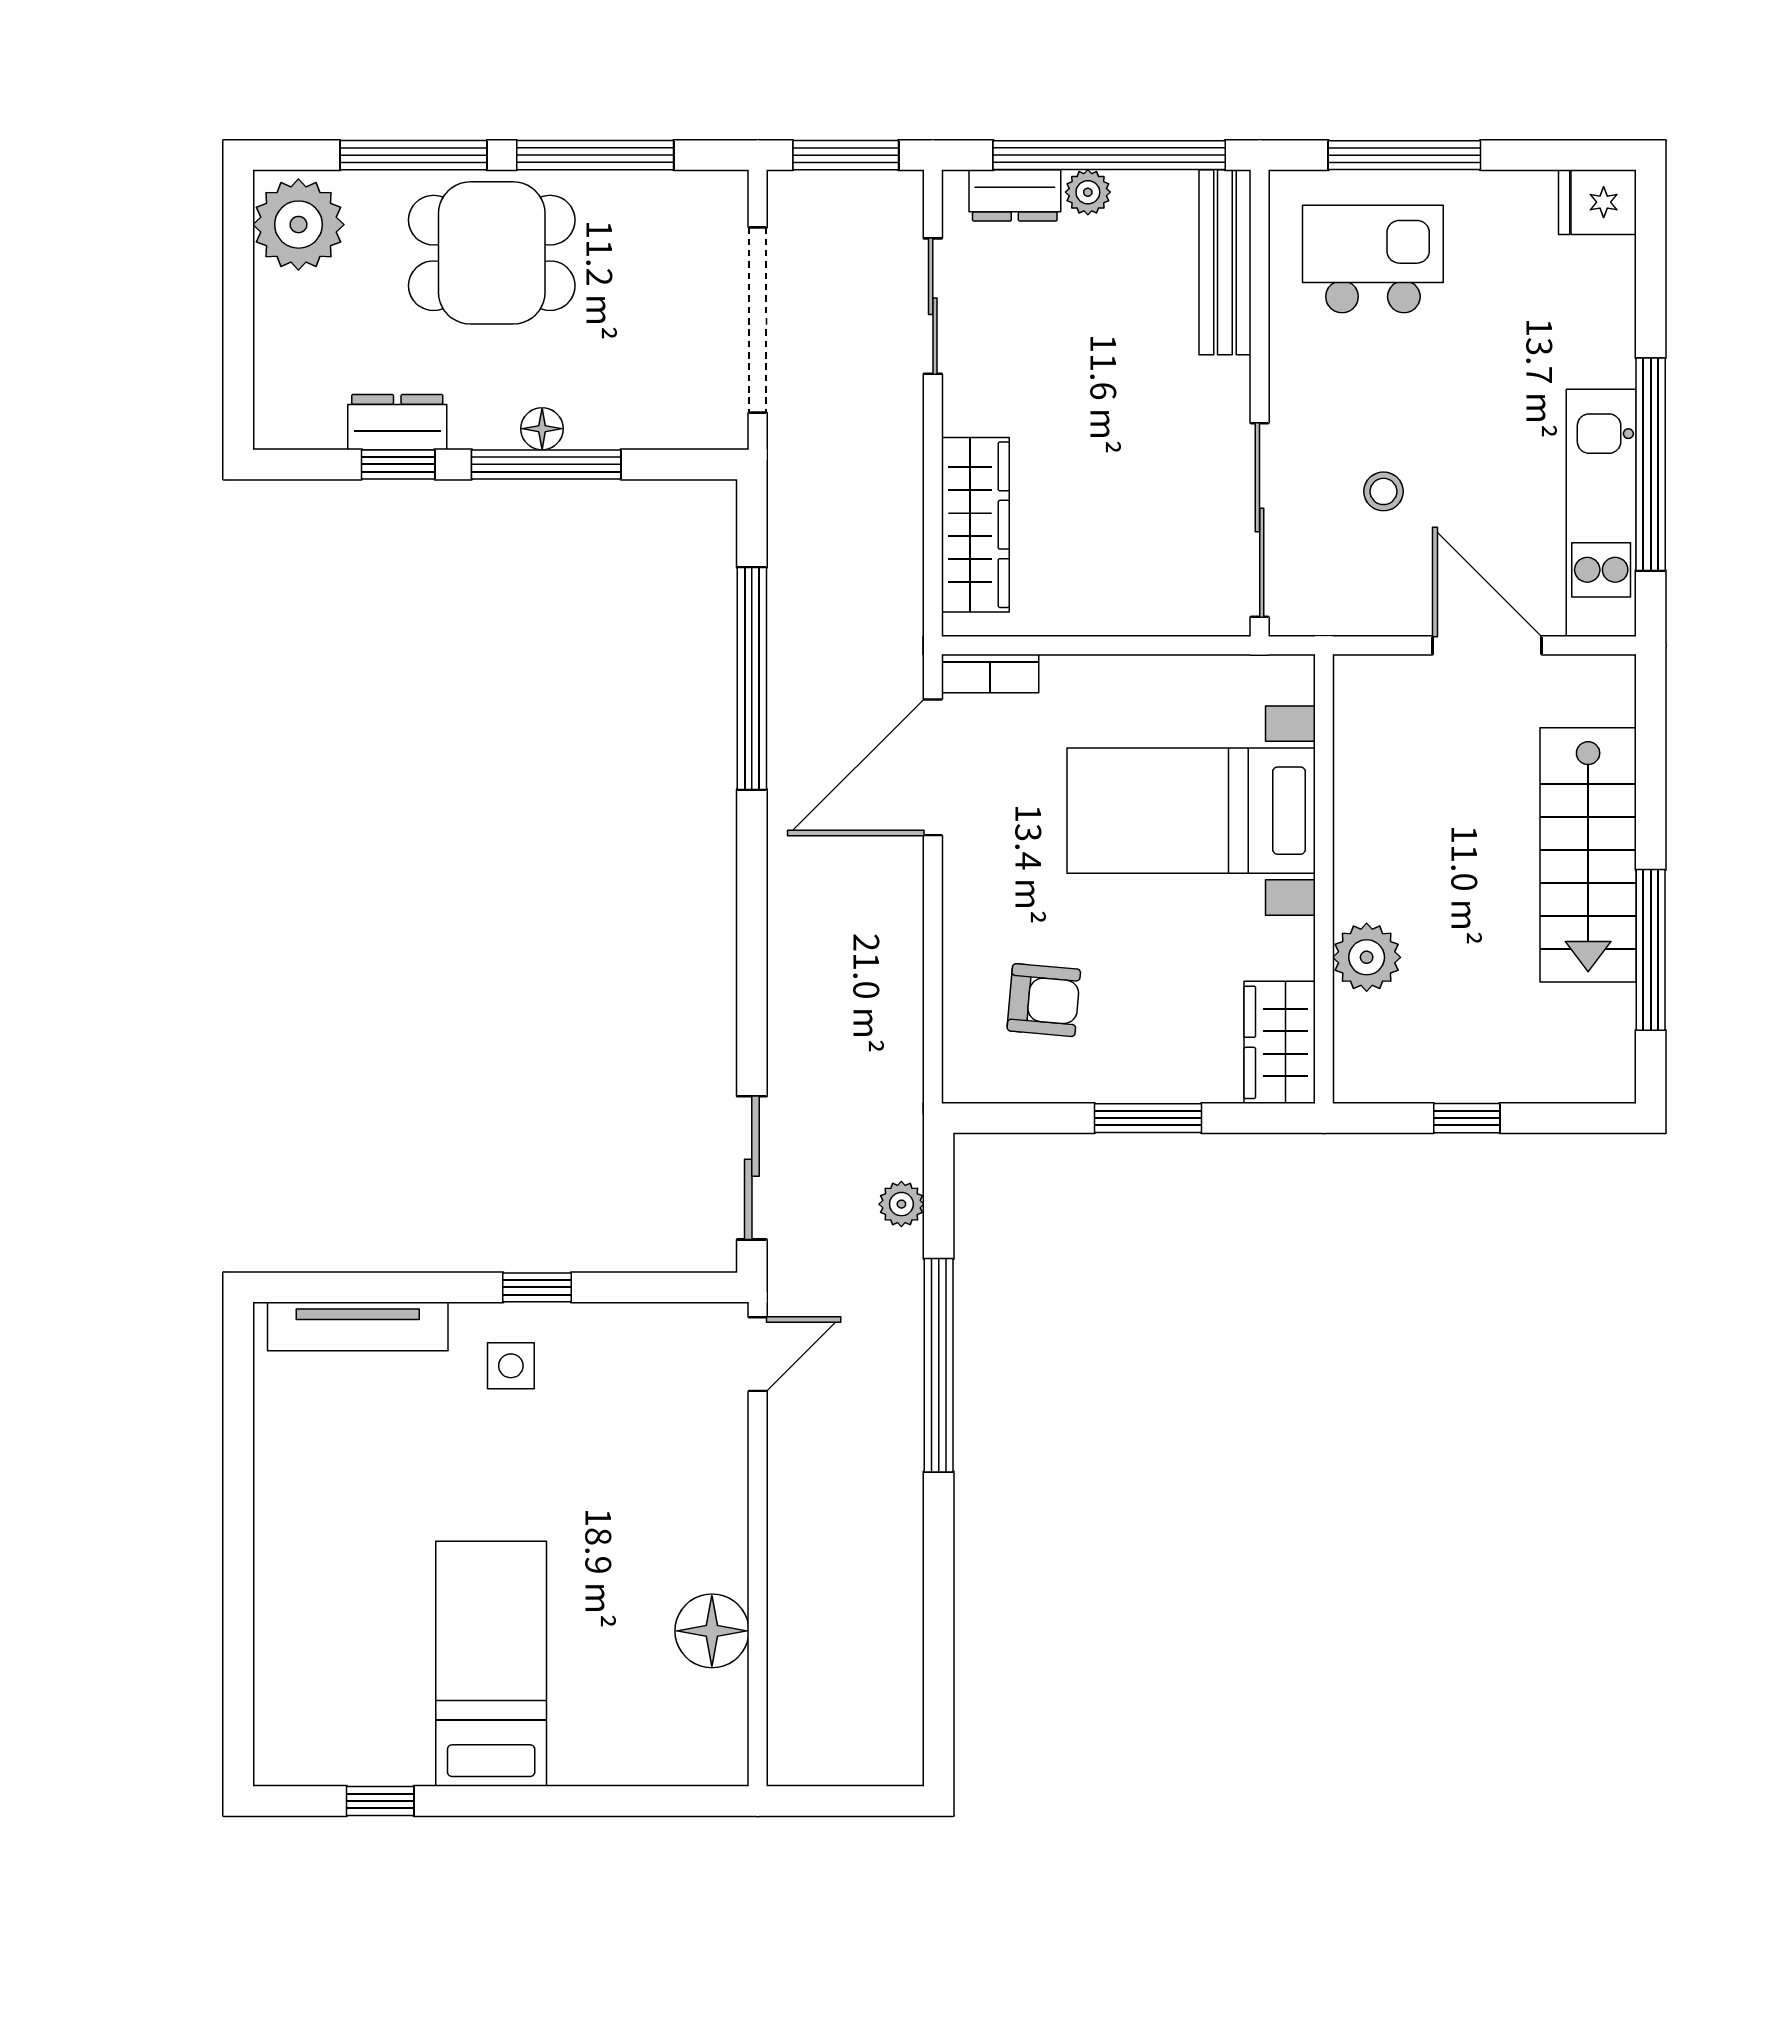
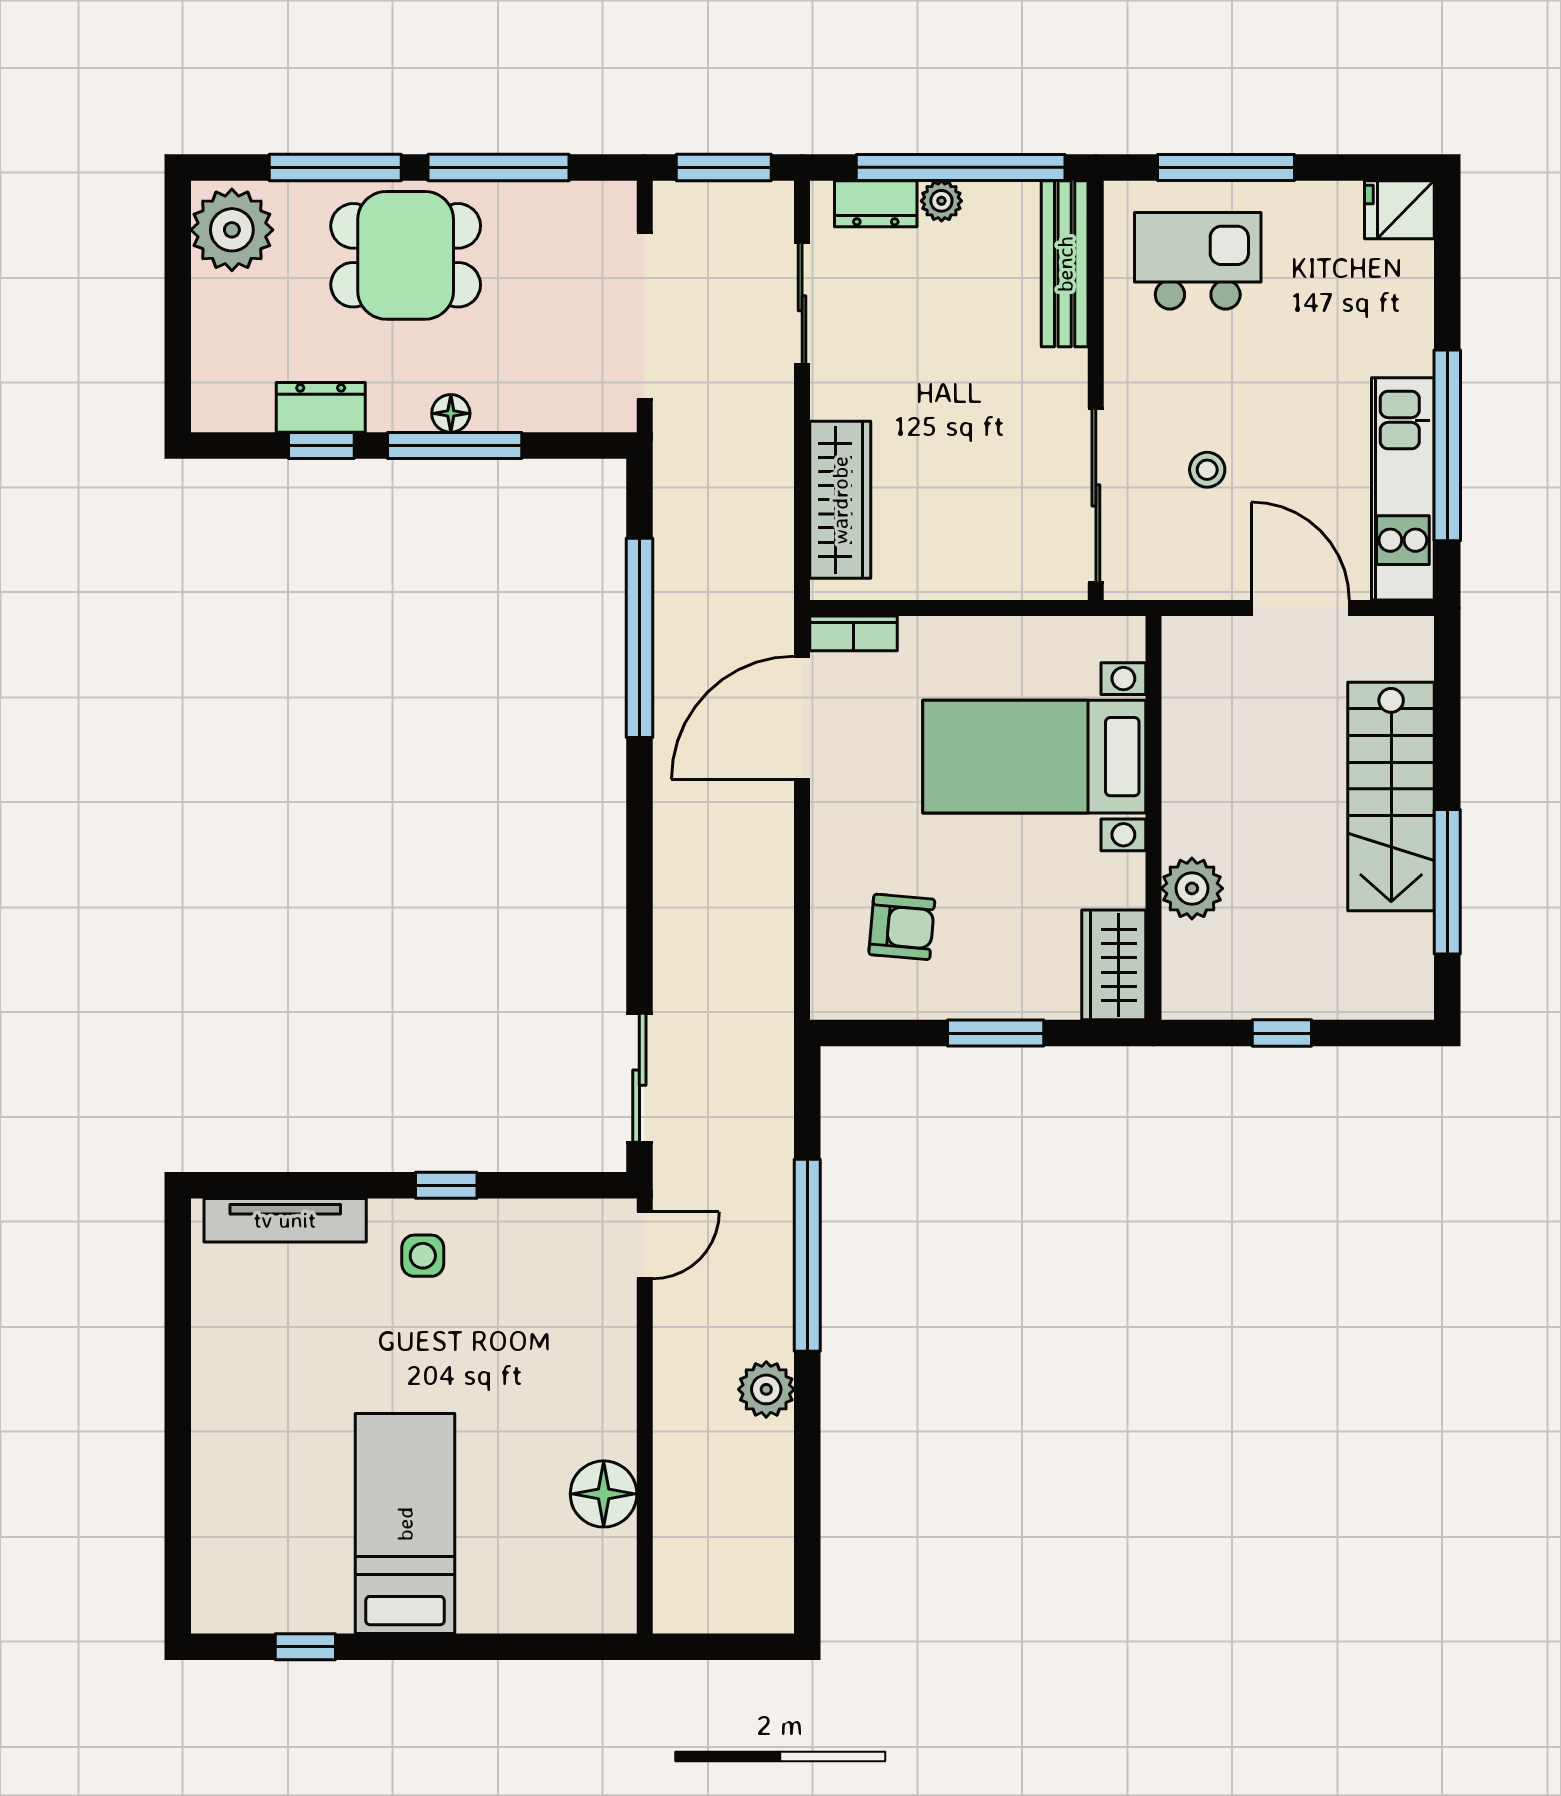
plant: (901, 1204) -> (766, 1389), moved, width x1.38, depth x1.38

